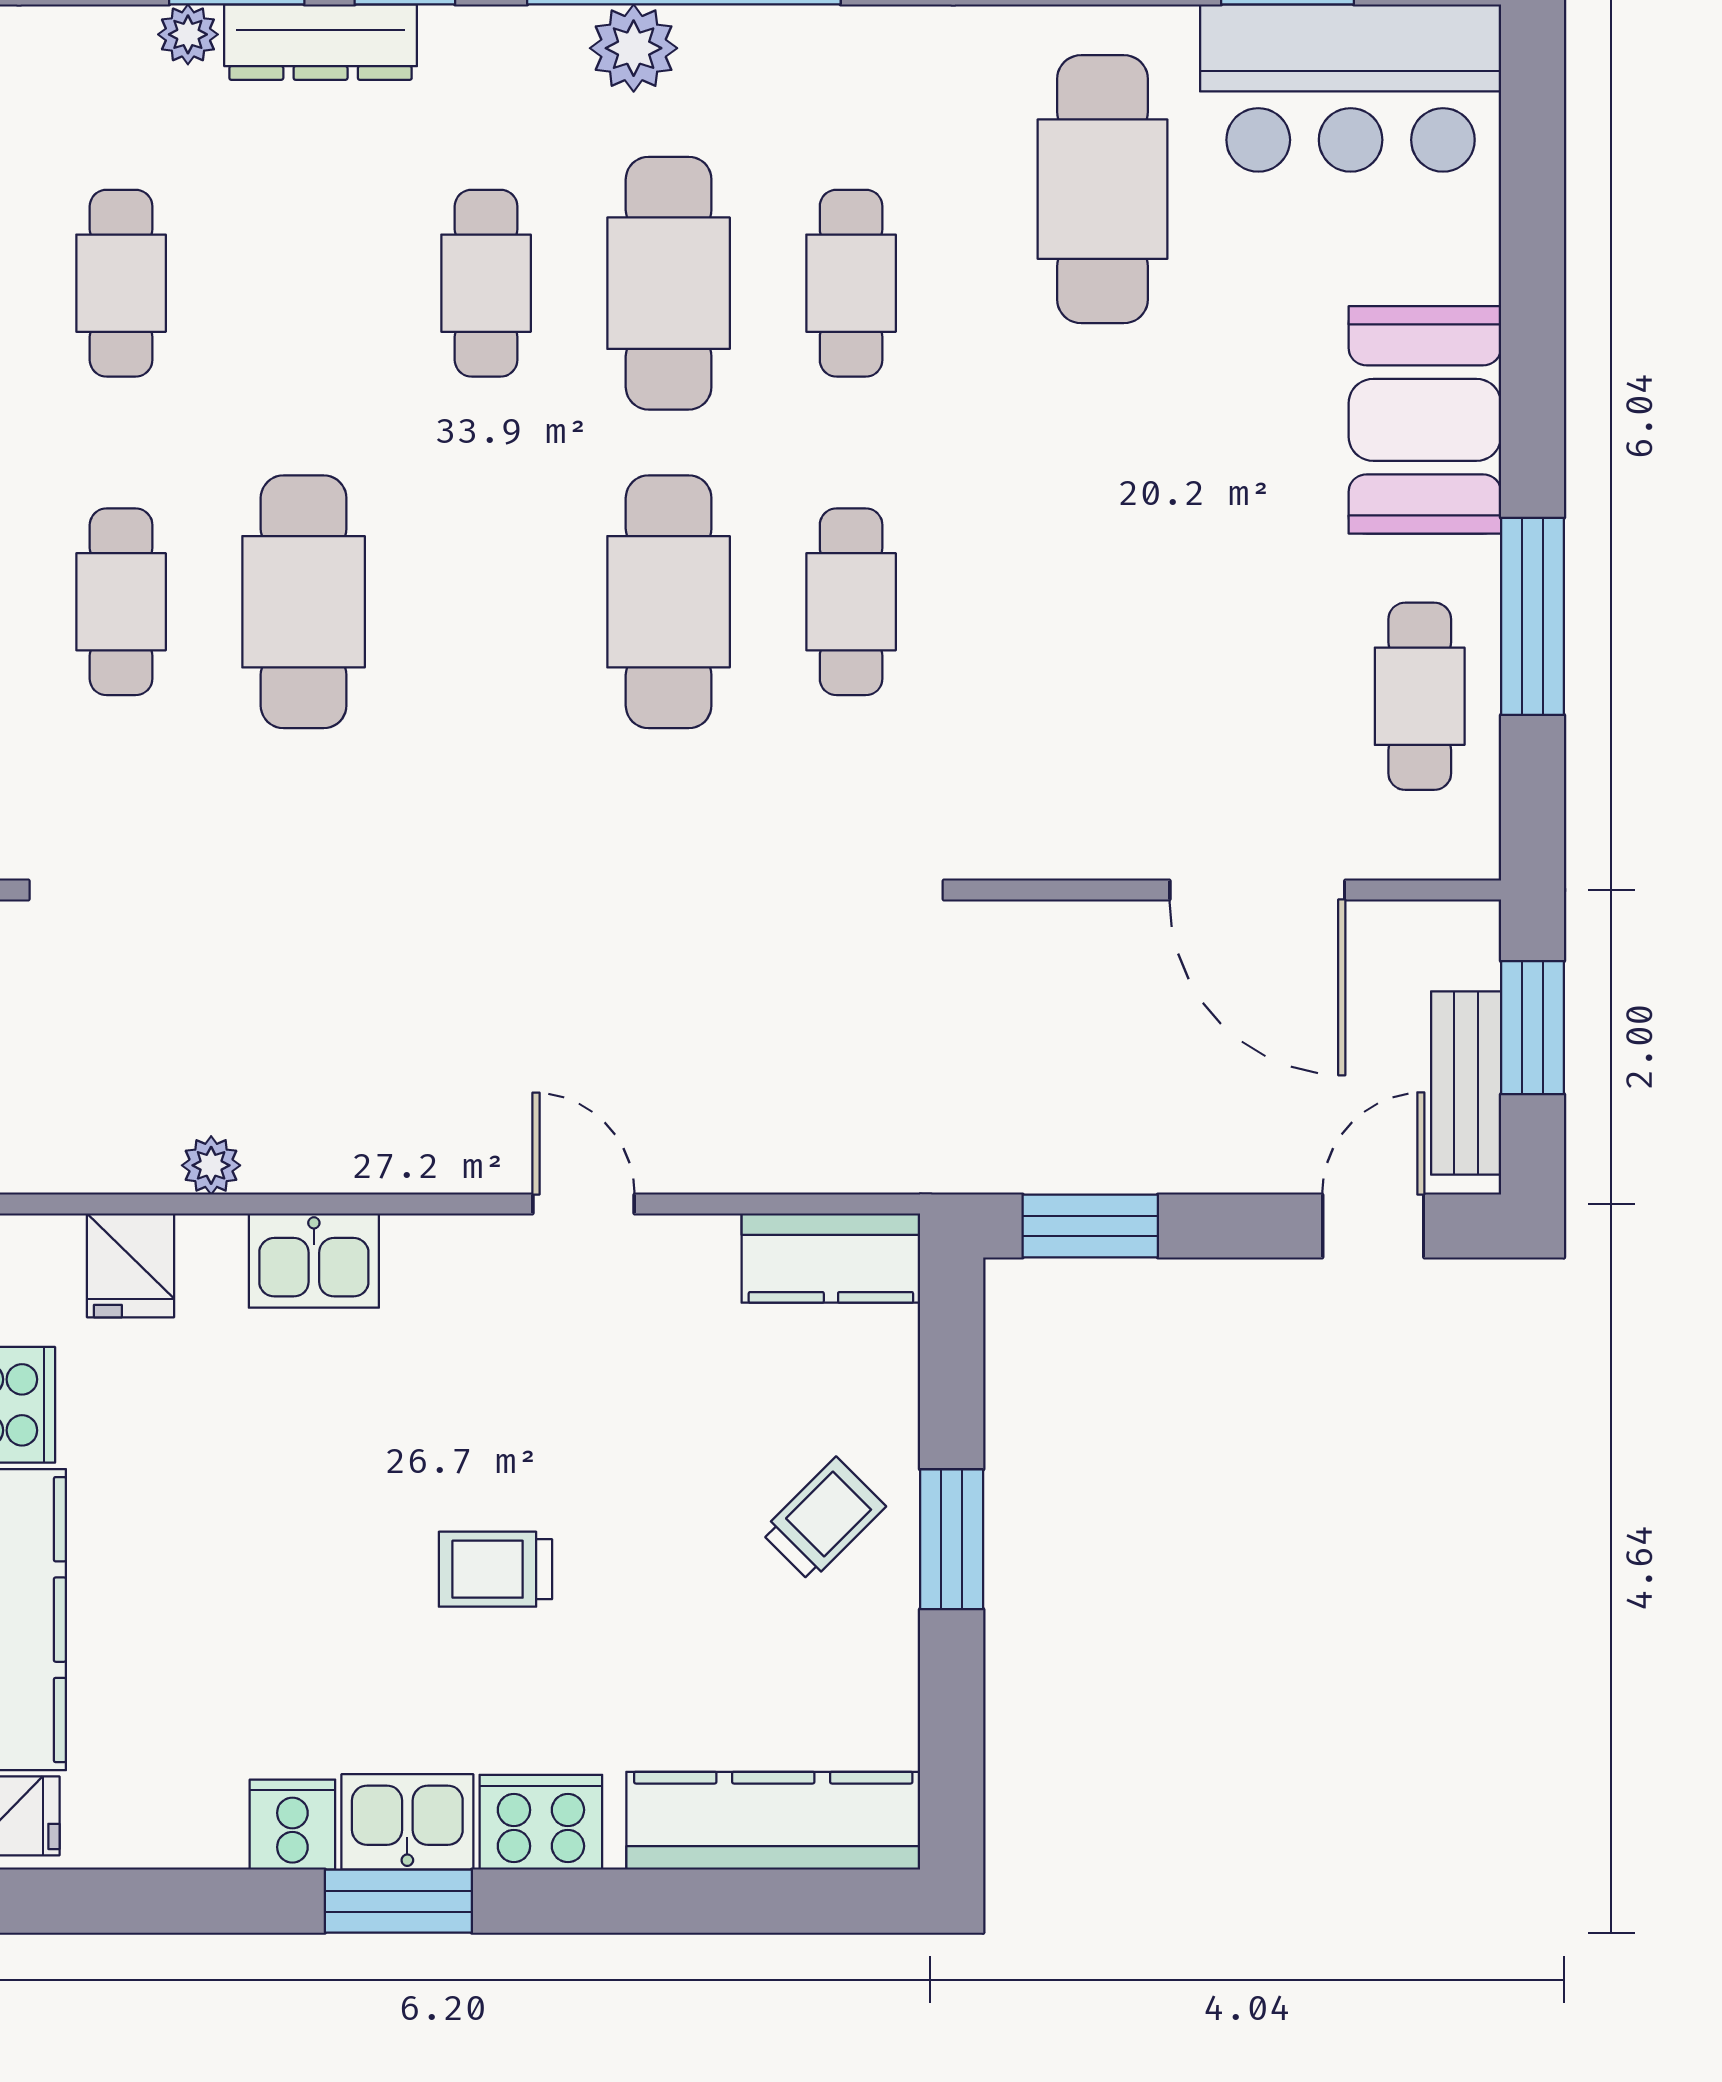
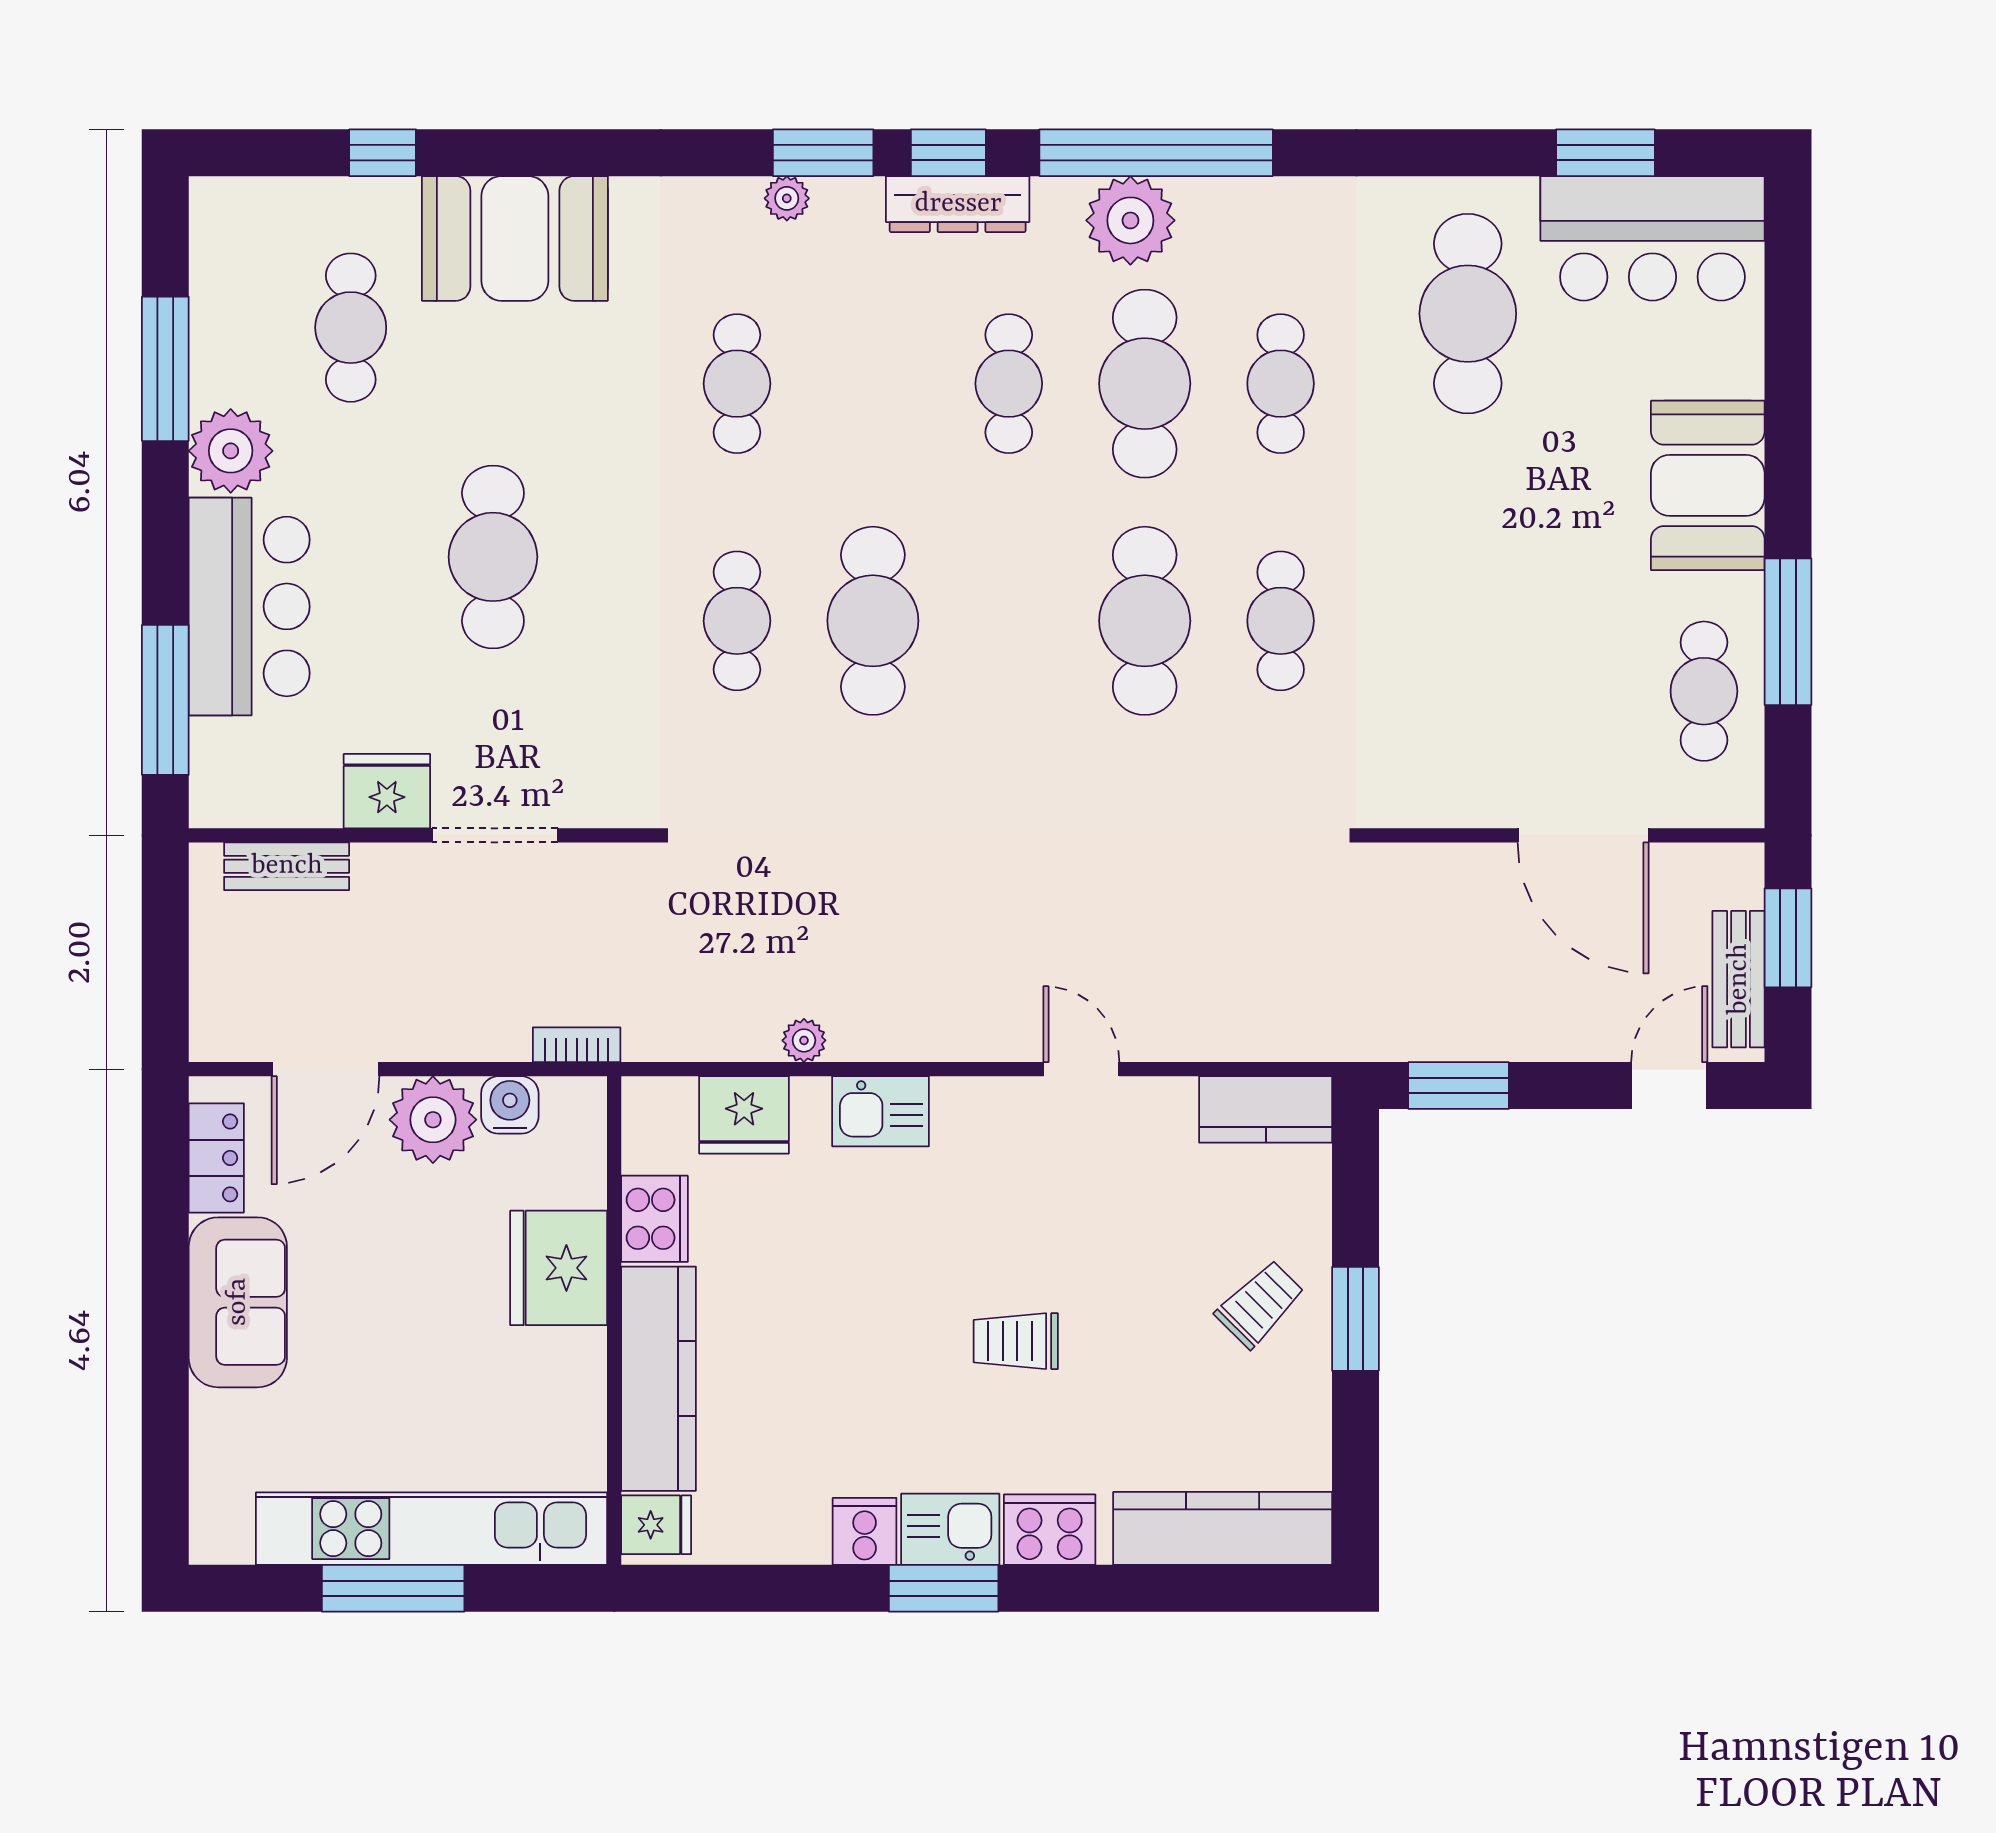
dresser: (321, 42) -> (958, 204), moved
plant: (634, 48) -> (1130, 220), width x1.36, depth x1.36
fridge: (130, 1265) -> (744, 1115), width x1.38

